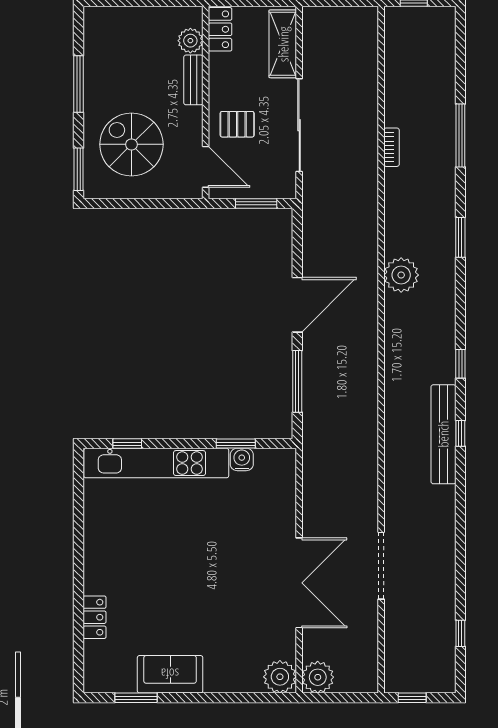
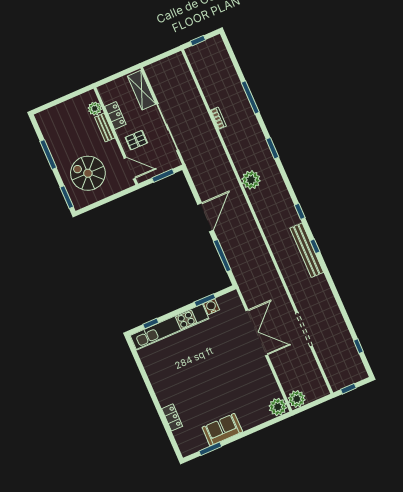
locker: (220, 29) -> (115, 115), moved
double door: (299, 583) -> (257, 333), moved

